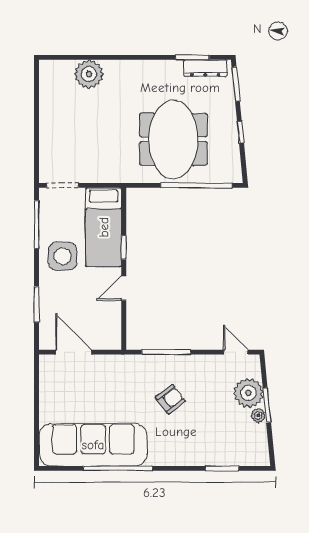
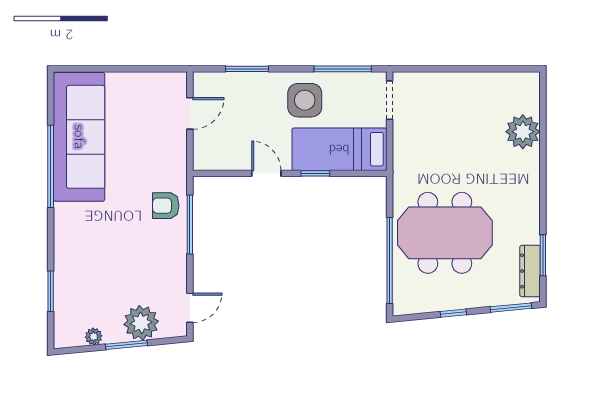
door: (74, 352) -> (190, 113), width x0.73
armchair: (170, 399) -> (166, 206), moved, turned 127
plant: (258, 415) -> (94, 336), moved

